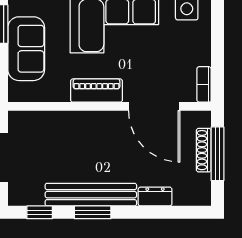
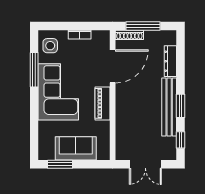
bookcase: (204, 84) -> (80, 35), moved
shoe rack: (204, 150) -> (129, 35), moved
dresser: (155, 197) -> (170, 61), width x1.44

